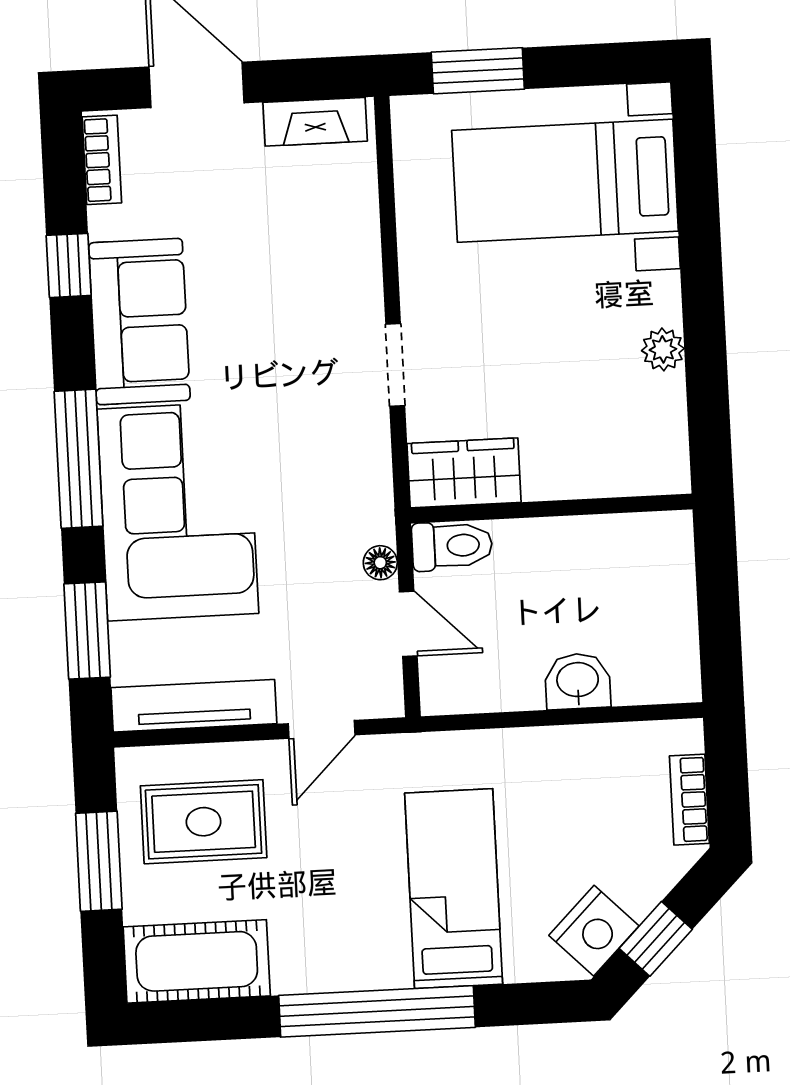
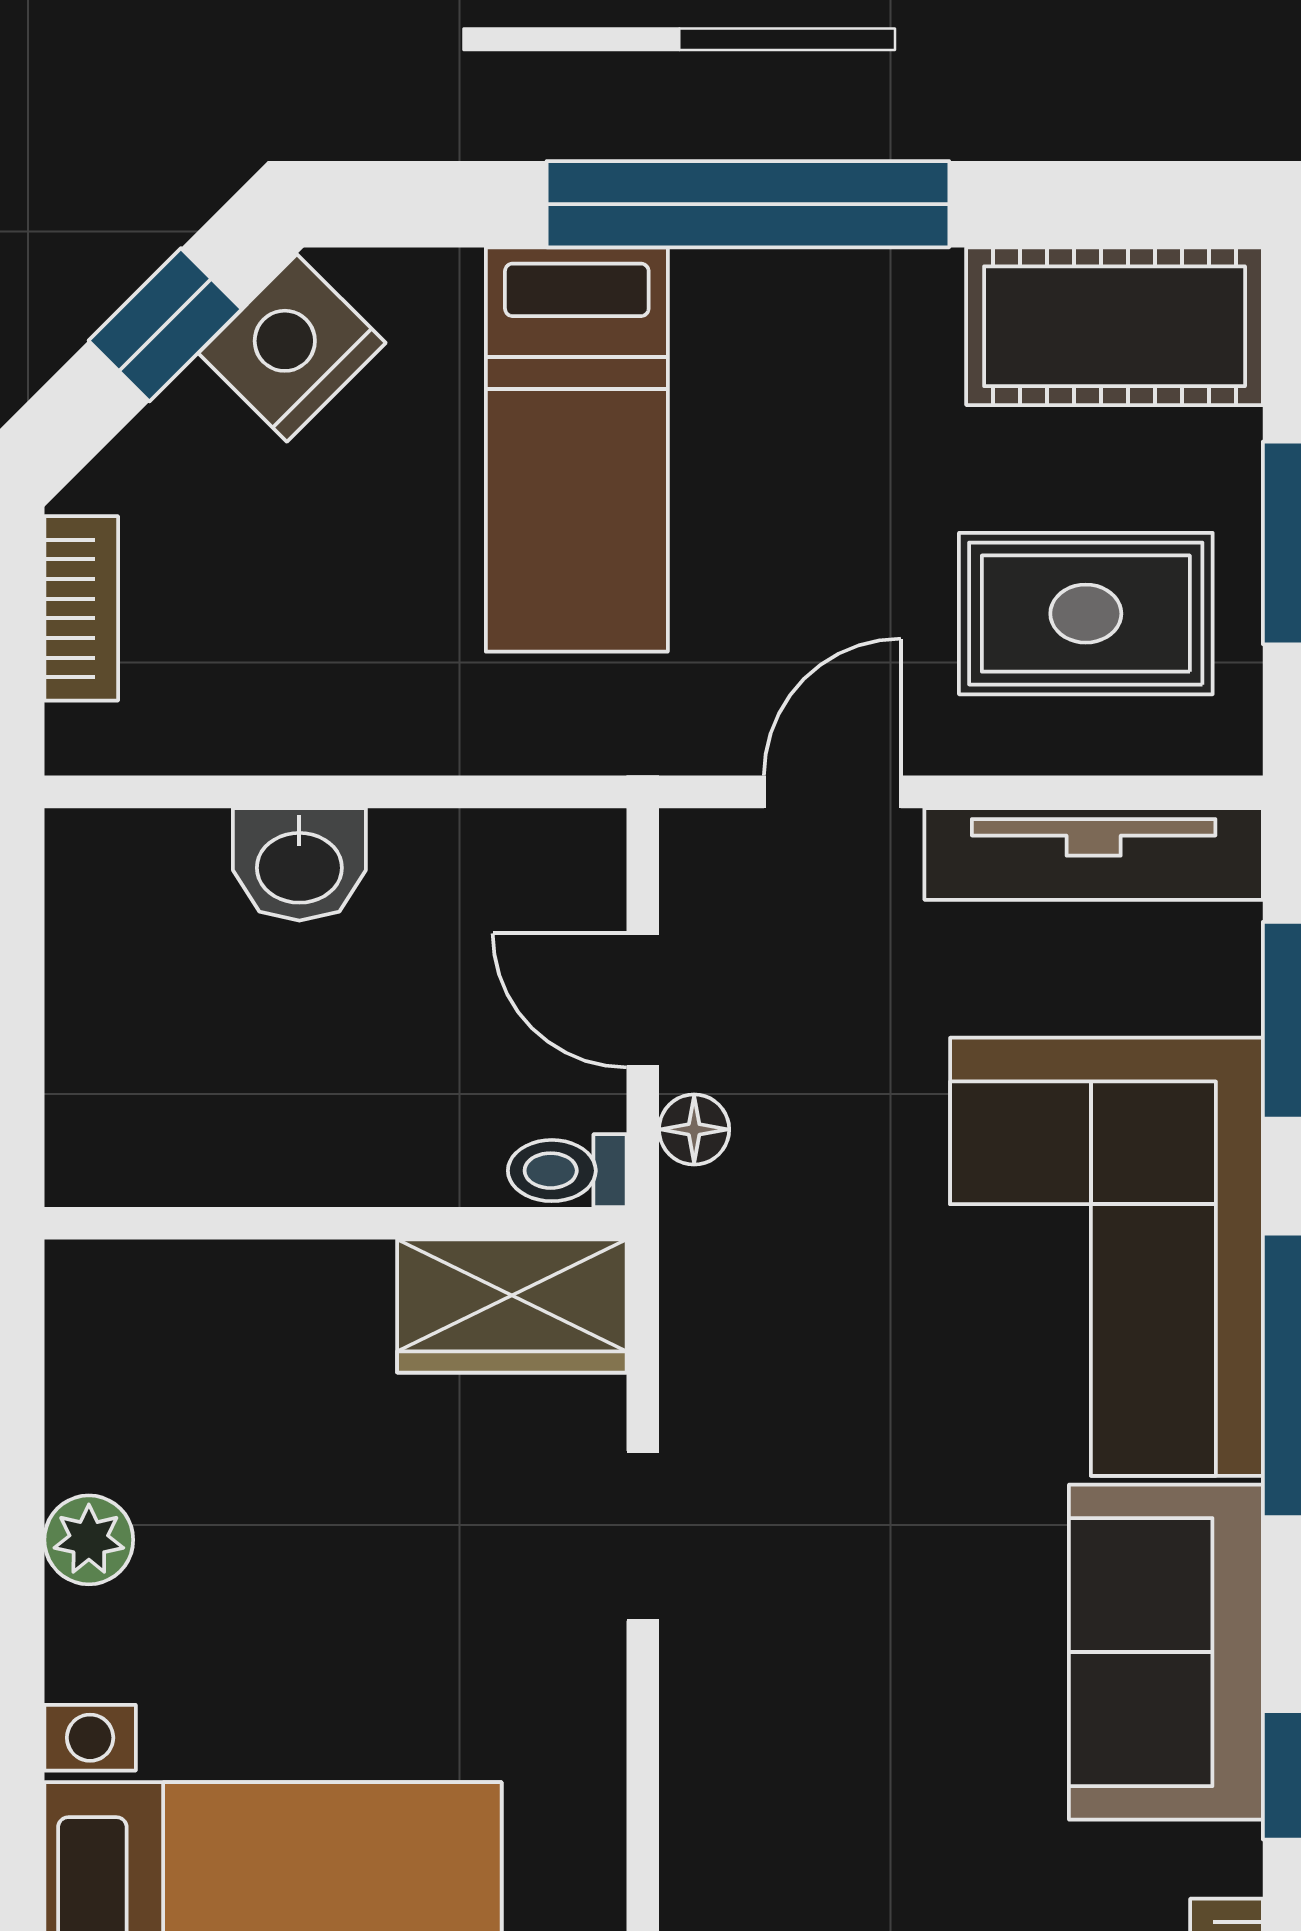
toilet: (452, 546) -> (567, 1171), width x0.73, depth x0.72

